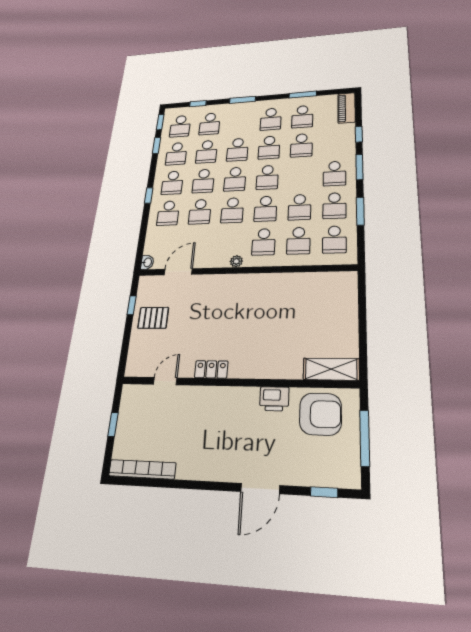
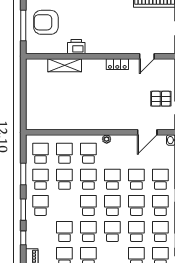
shelving: (331, 369) -> (65, 65), moved
armchair: (320, 414) -> (46, 22), moved

